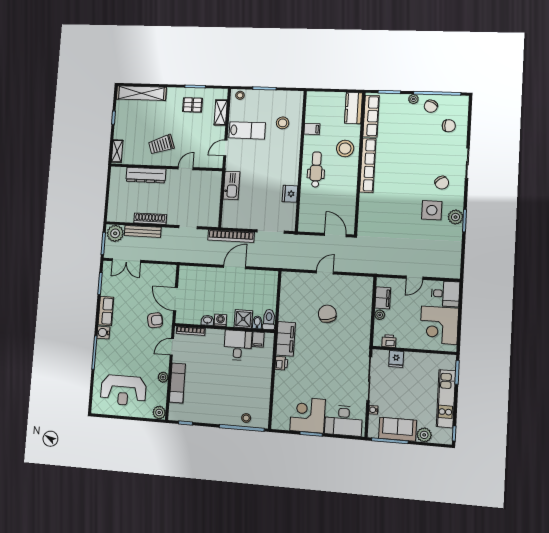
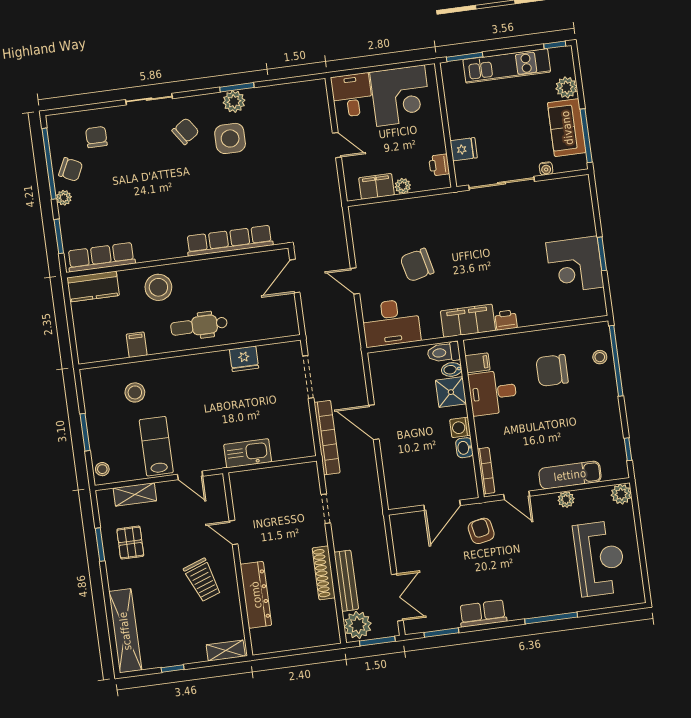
row of seats: (368, 165) -> (229, 241), moved
water cooler: (103, 333) -> (517, 610), removed
chair: (244, 386) -> (552, 370), added
desk: (344, 421) -> (391, 323), moved, turned 90

